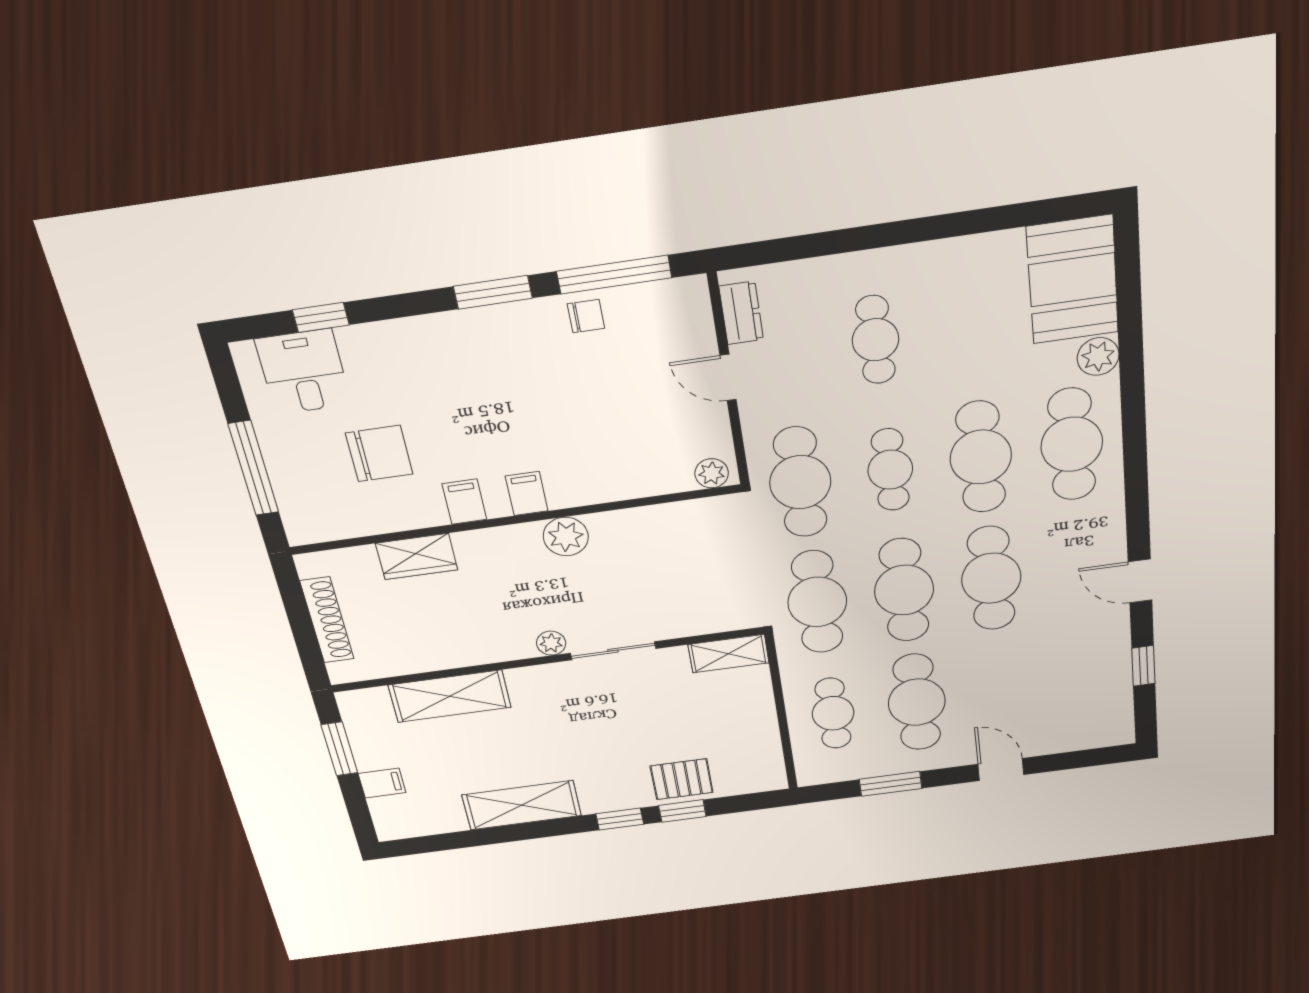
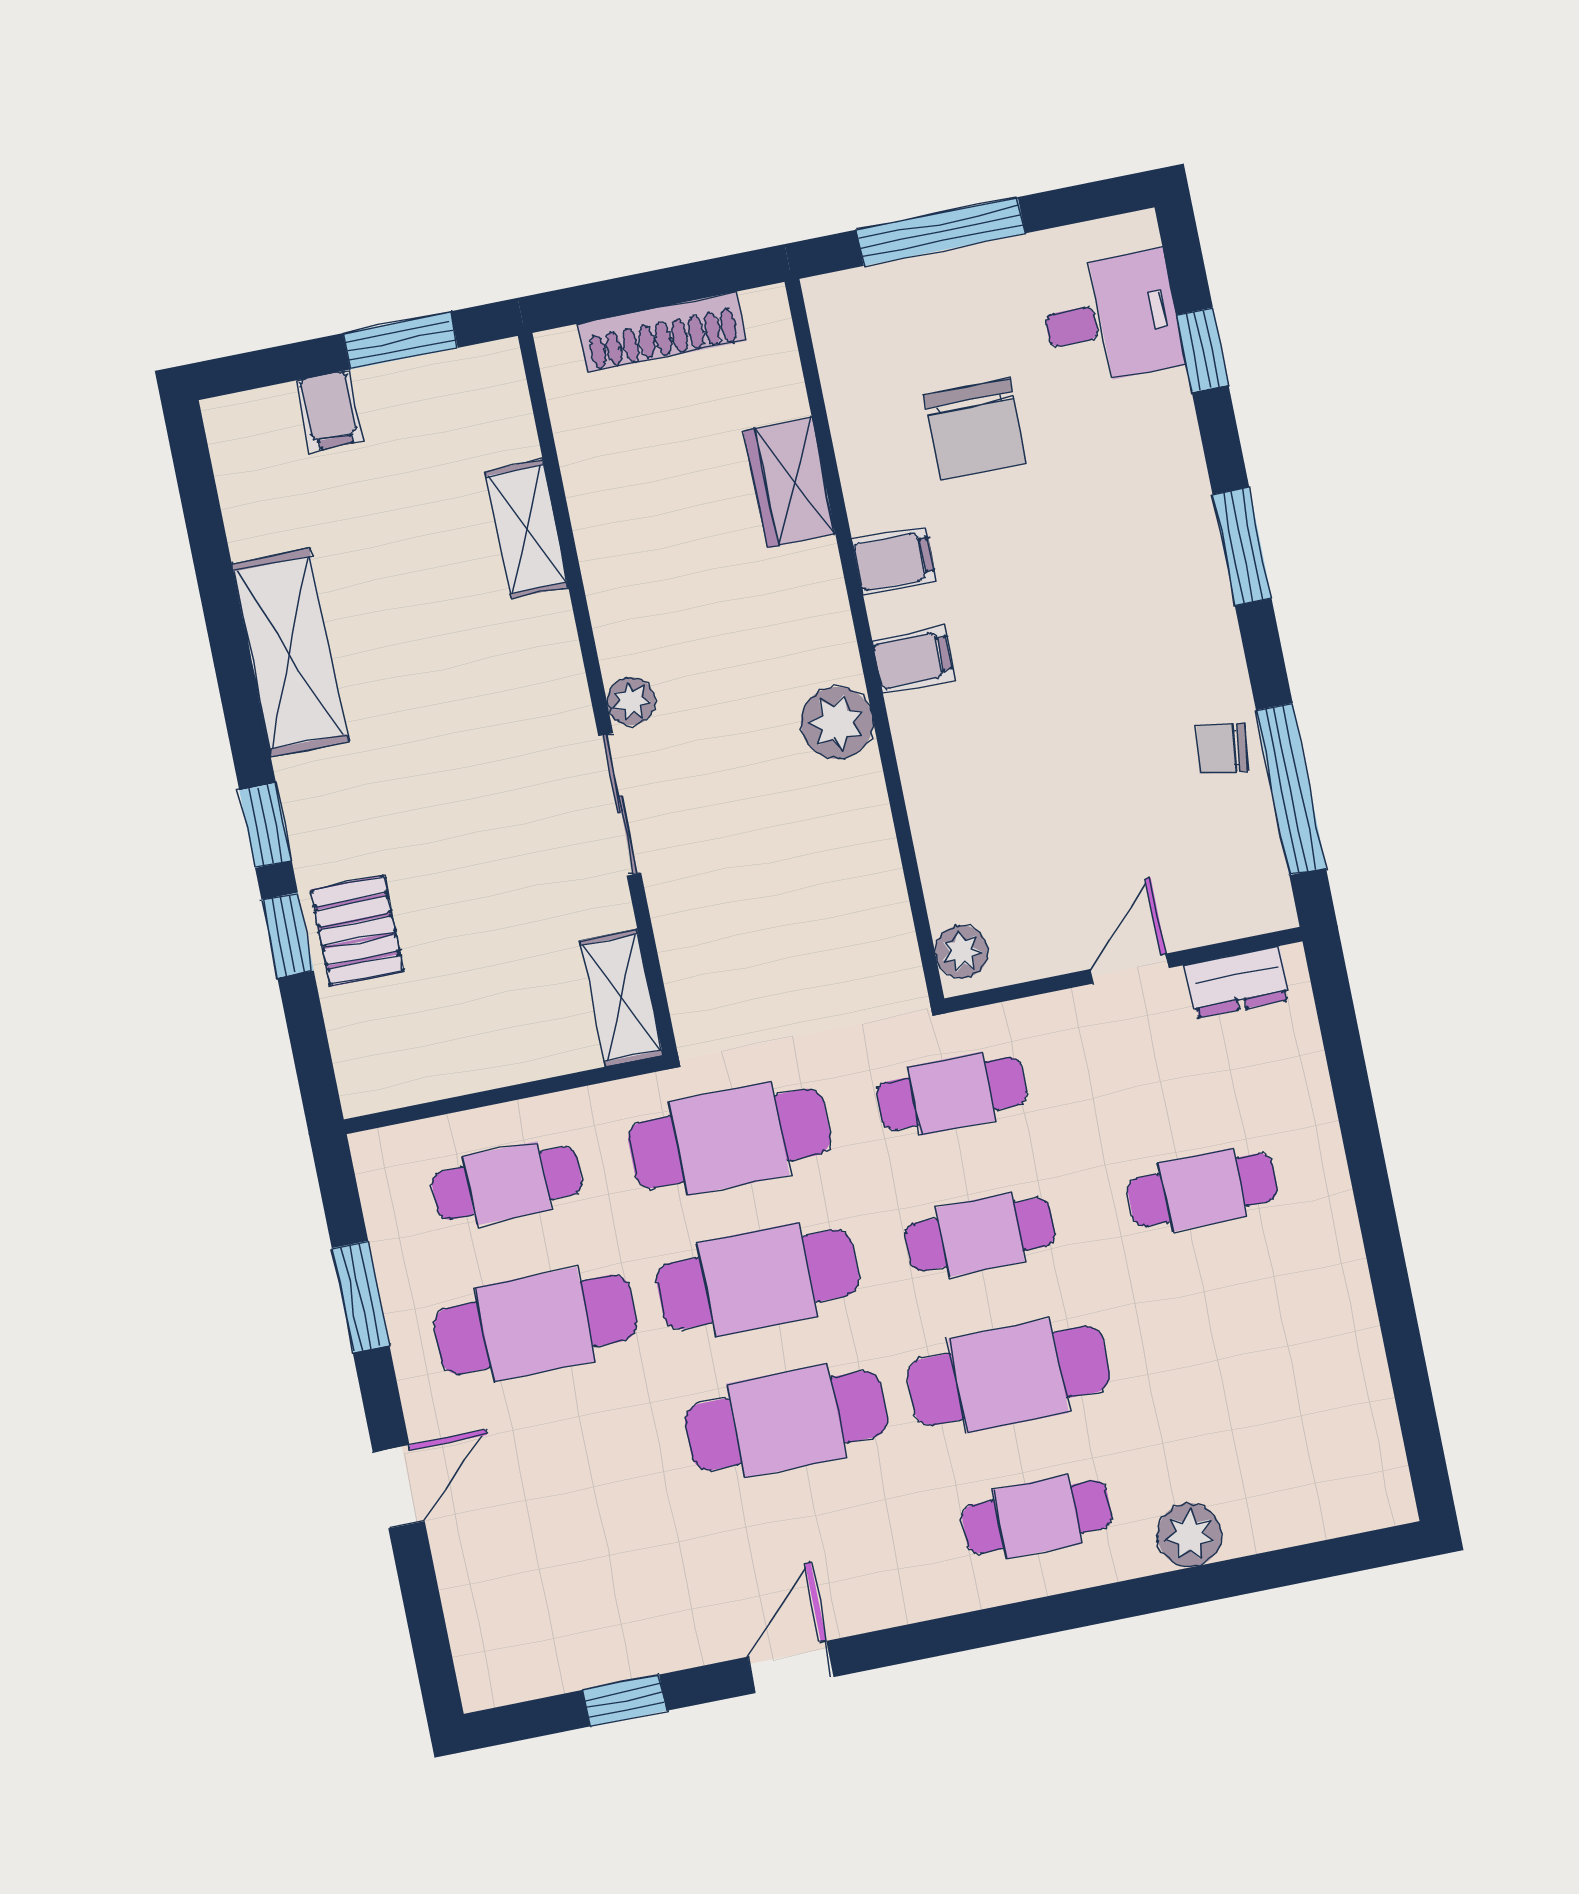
booth: (1073, 280) -> (1313, 1477), removed
window: (493, 292) -> (1242, 546), moved
chair: (586, 316) -> (1222, 748), turned 98
cafe table: (1072, 444) -> (1037, 1517), width x0.73, depth x0.74
cafe table: (800, 482) -> (952, 1094), width x0.73, depth x0.74
shelving: (450, 696) -> (527, 529), width x0.67, depth x0.75

